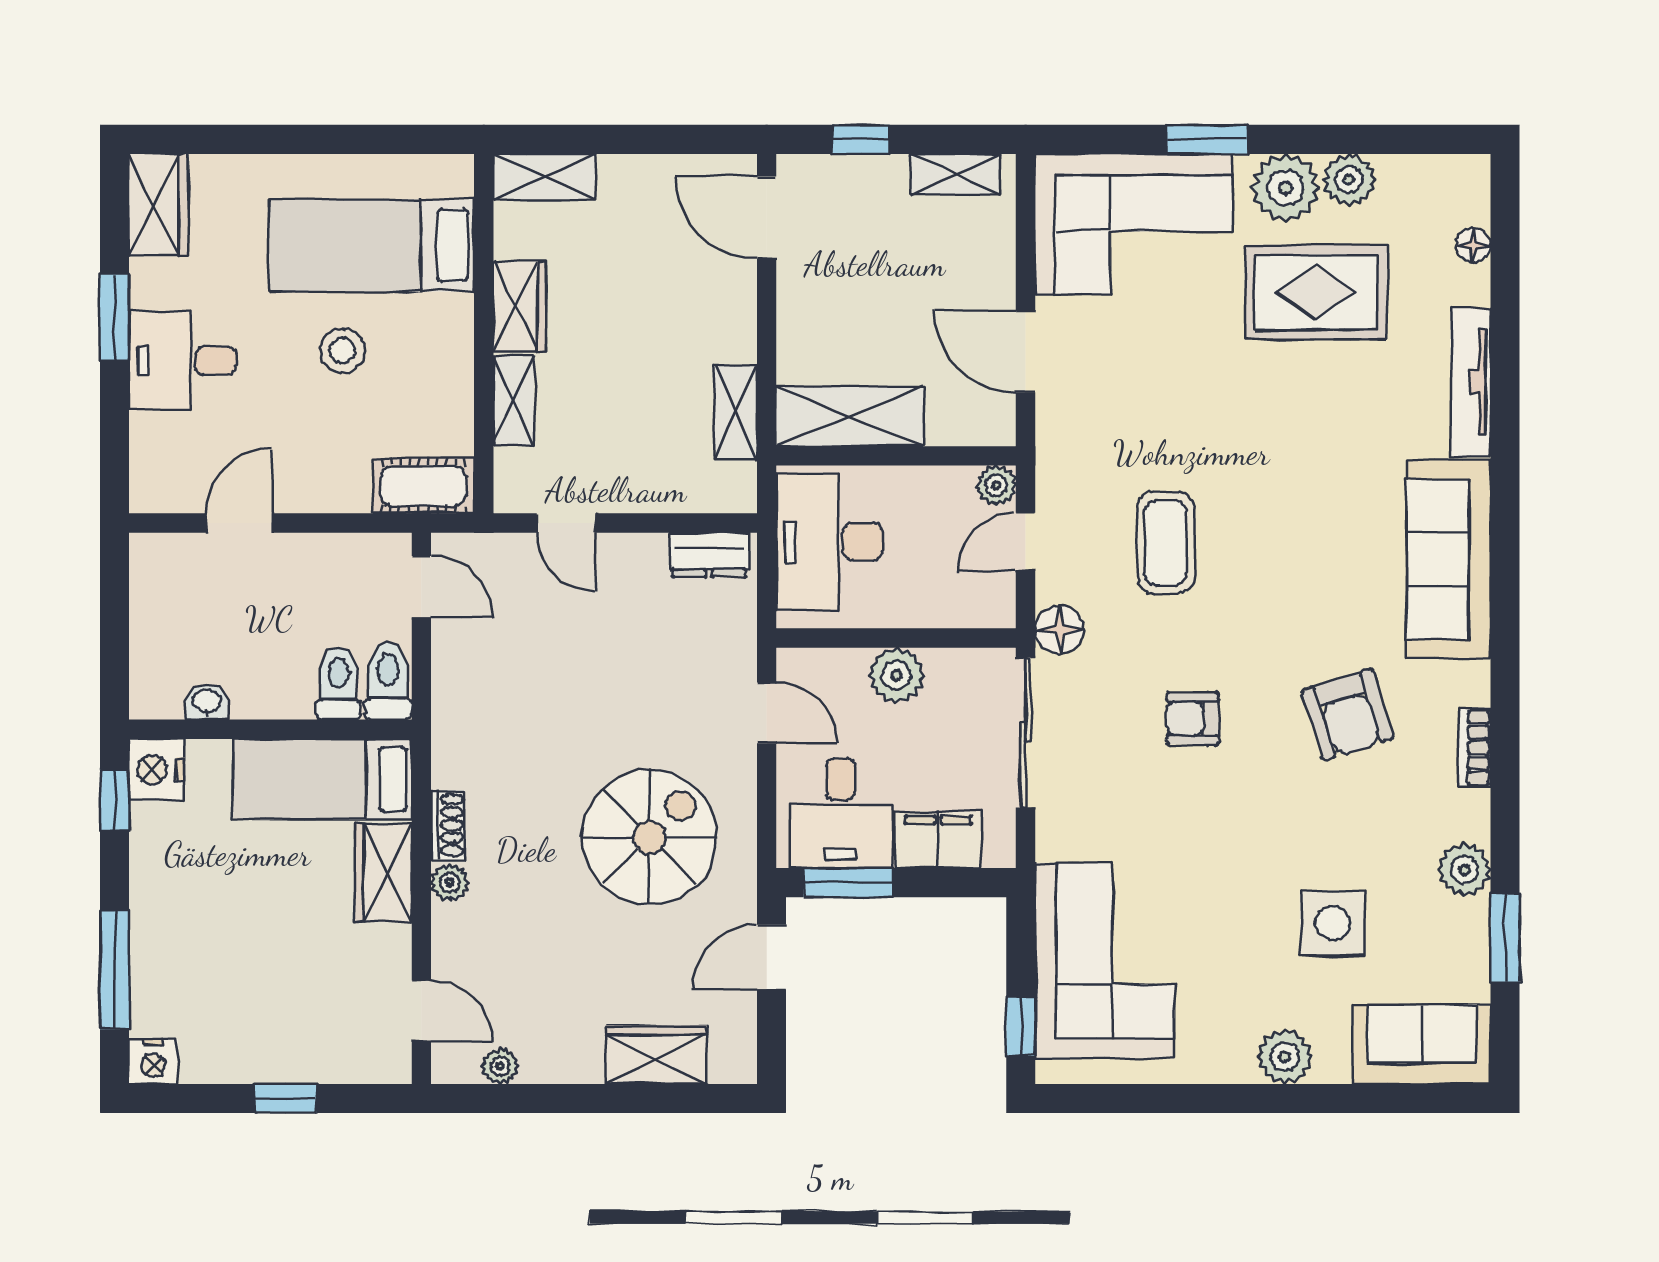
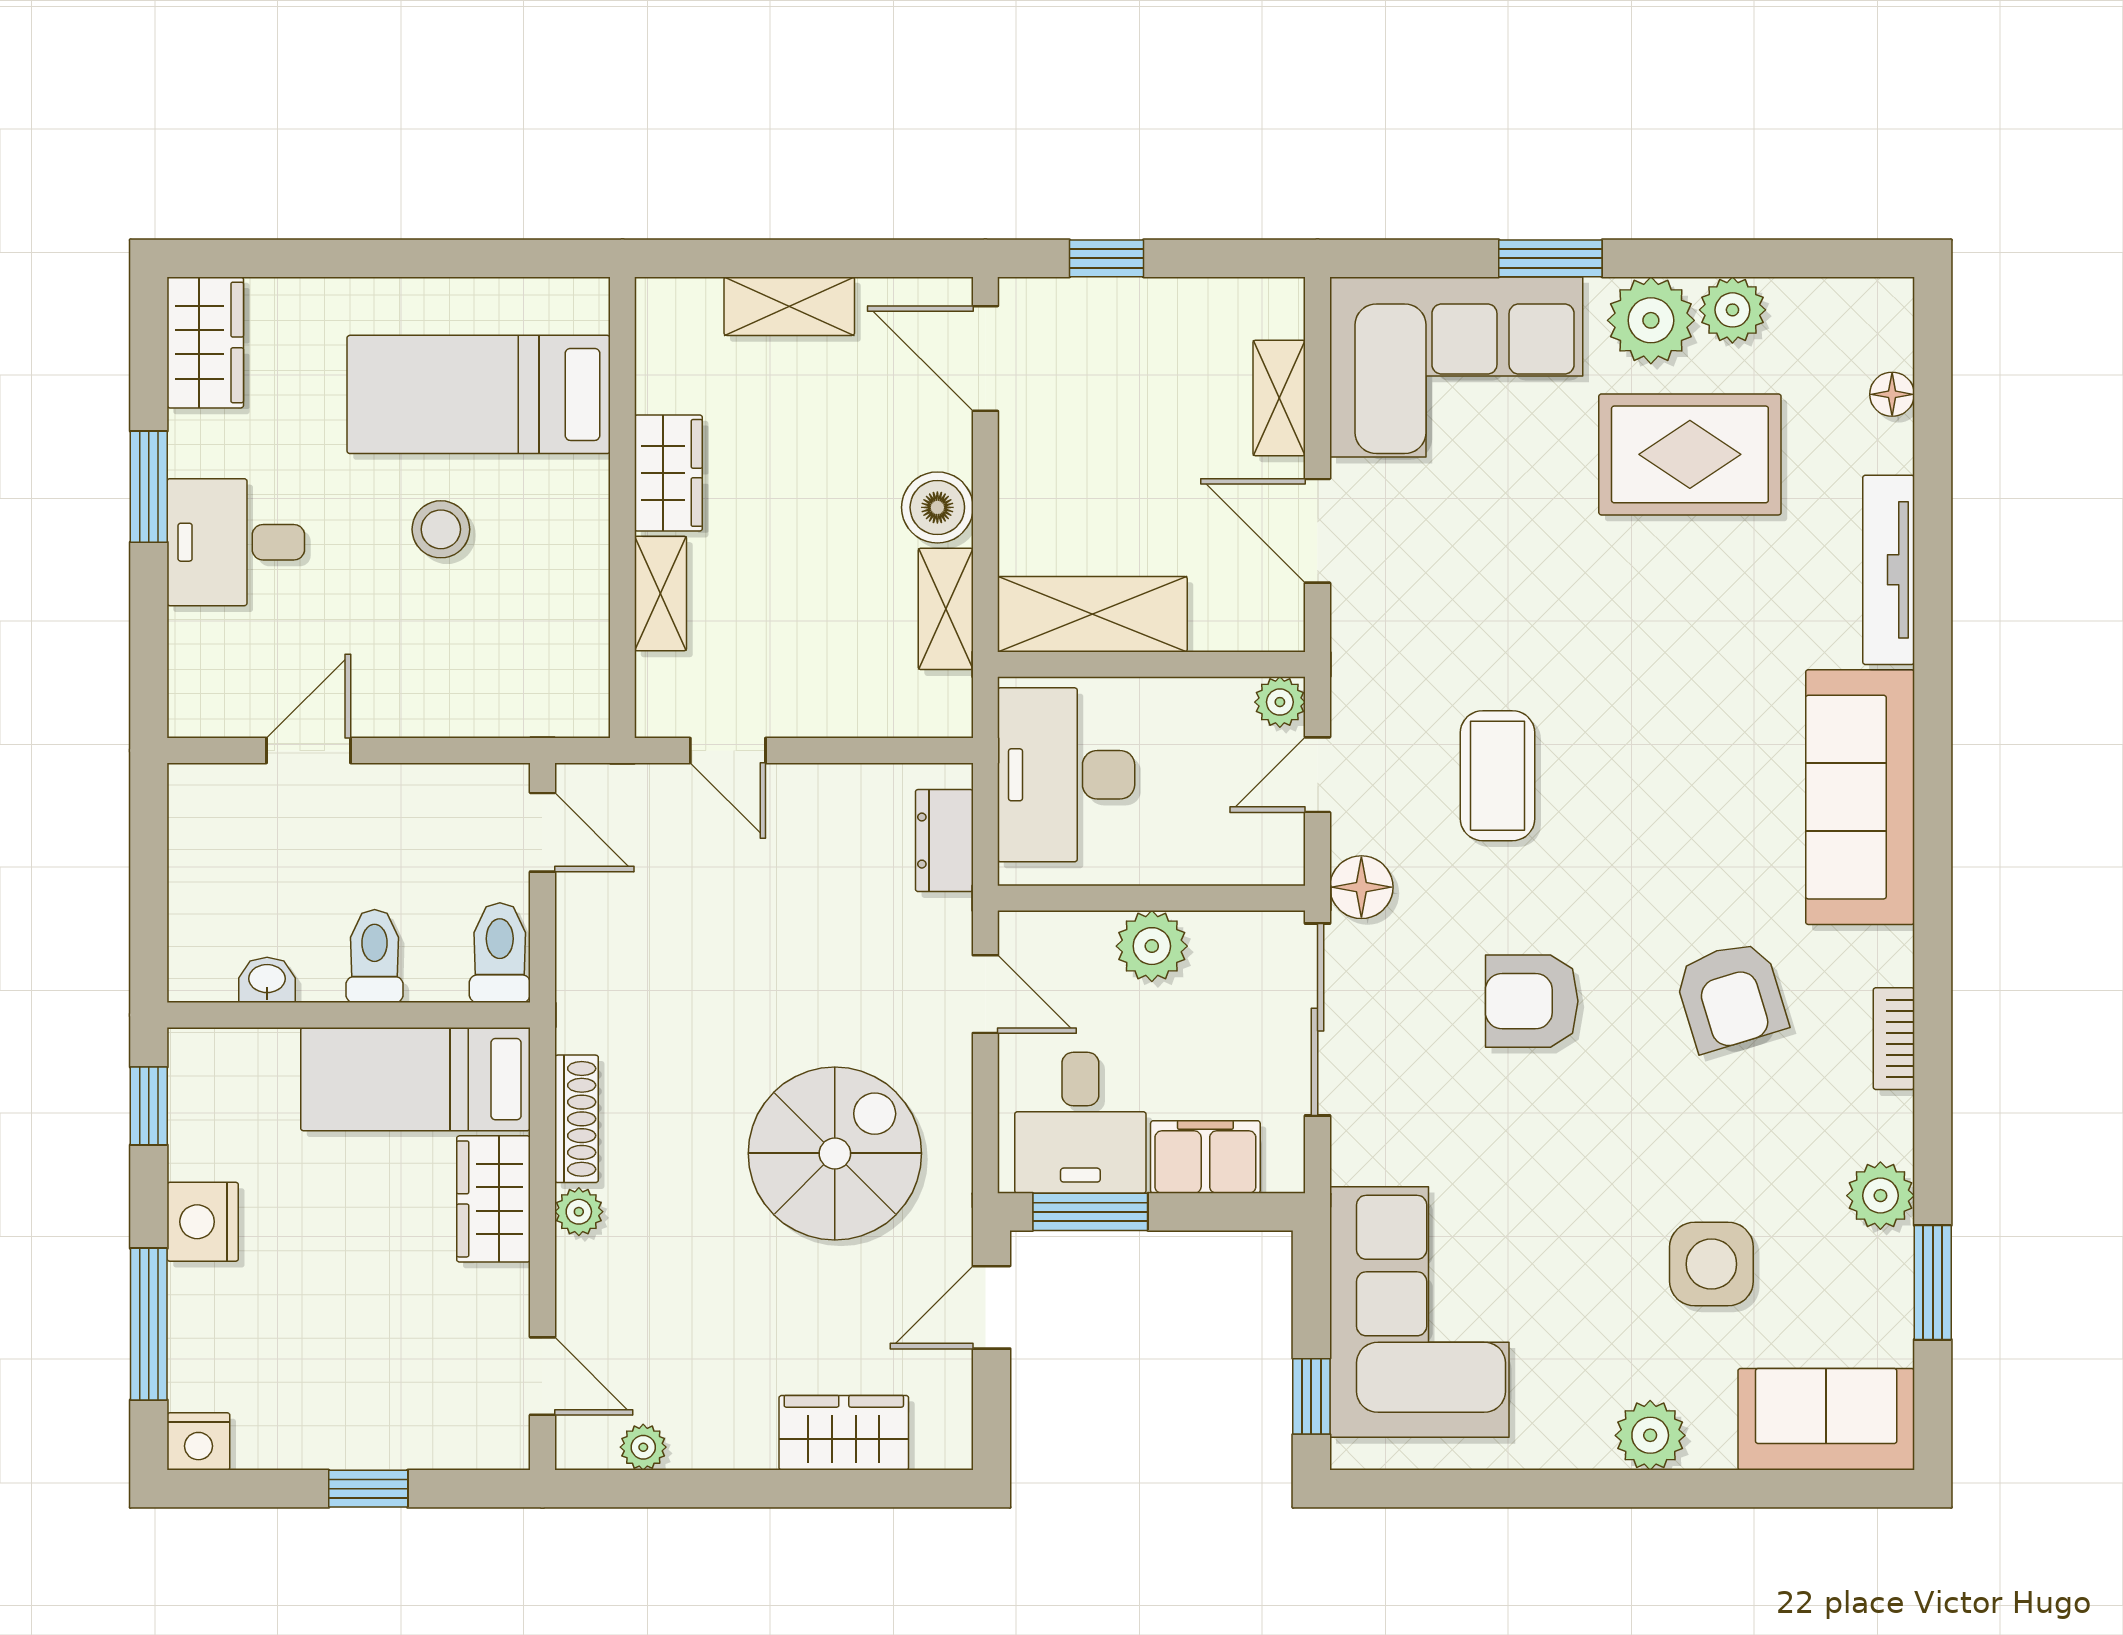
shelving: (956, 174) -> (1279, 398), moved, turned 90
shelving: (544, 177) -> (789, 306), moved
boiler: (729, 334) -> (937, 507), added
cot: (423, 486) -> (545, 703), removed
dresser: (709, 555) -> (944, 841), moved, turned 90
toilet: (338, 683) -> (375, 956), moved
armchair: (1193, 718) -> (1532, 1001), width x1.38, depth x1.38
nightstand: (157, 770) -> (203, 1222), moved
shoe rack: (448, 825) -> (576, 1119), width x1.43

